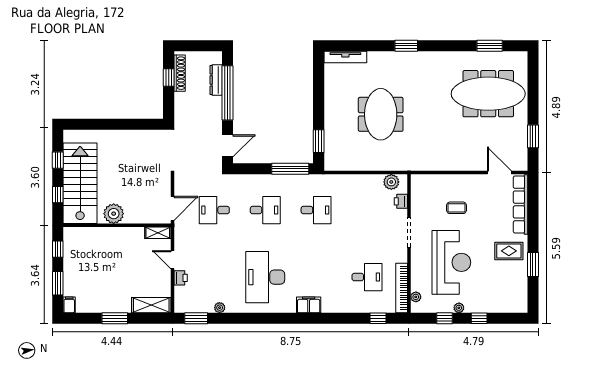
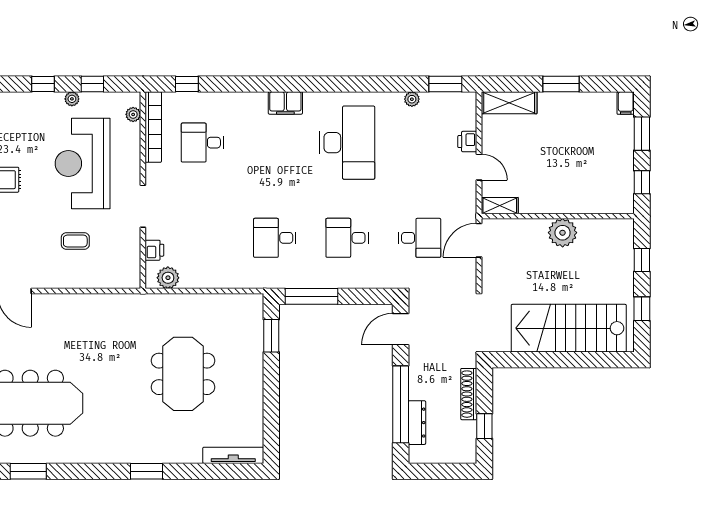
shoe rack: (180, 73) -> (469, 394), moved
stairs: (80, 183) -> (569, 328), moved, turned 90

